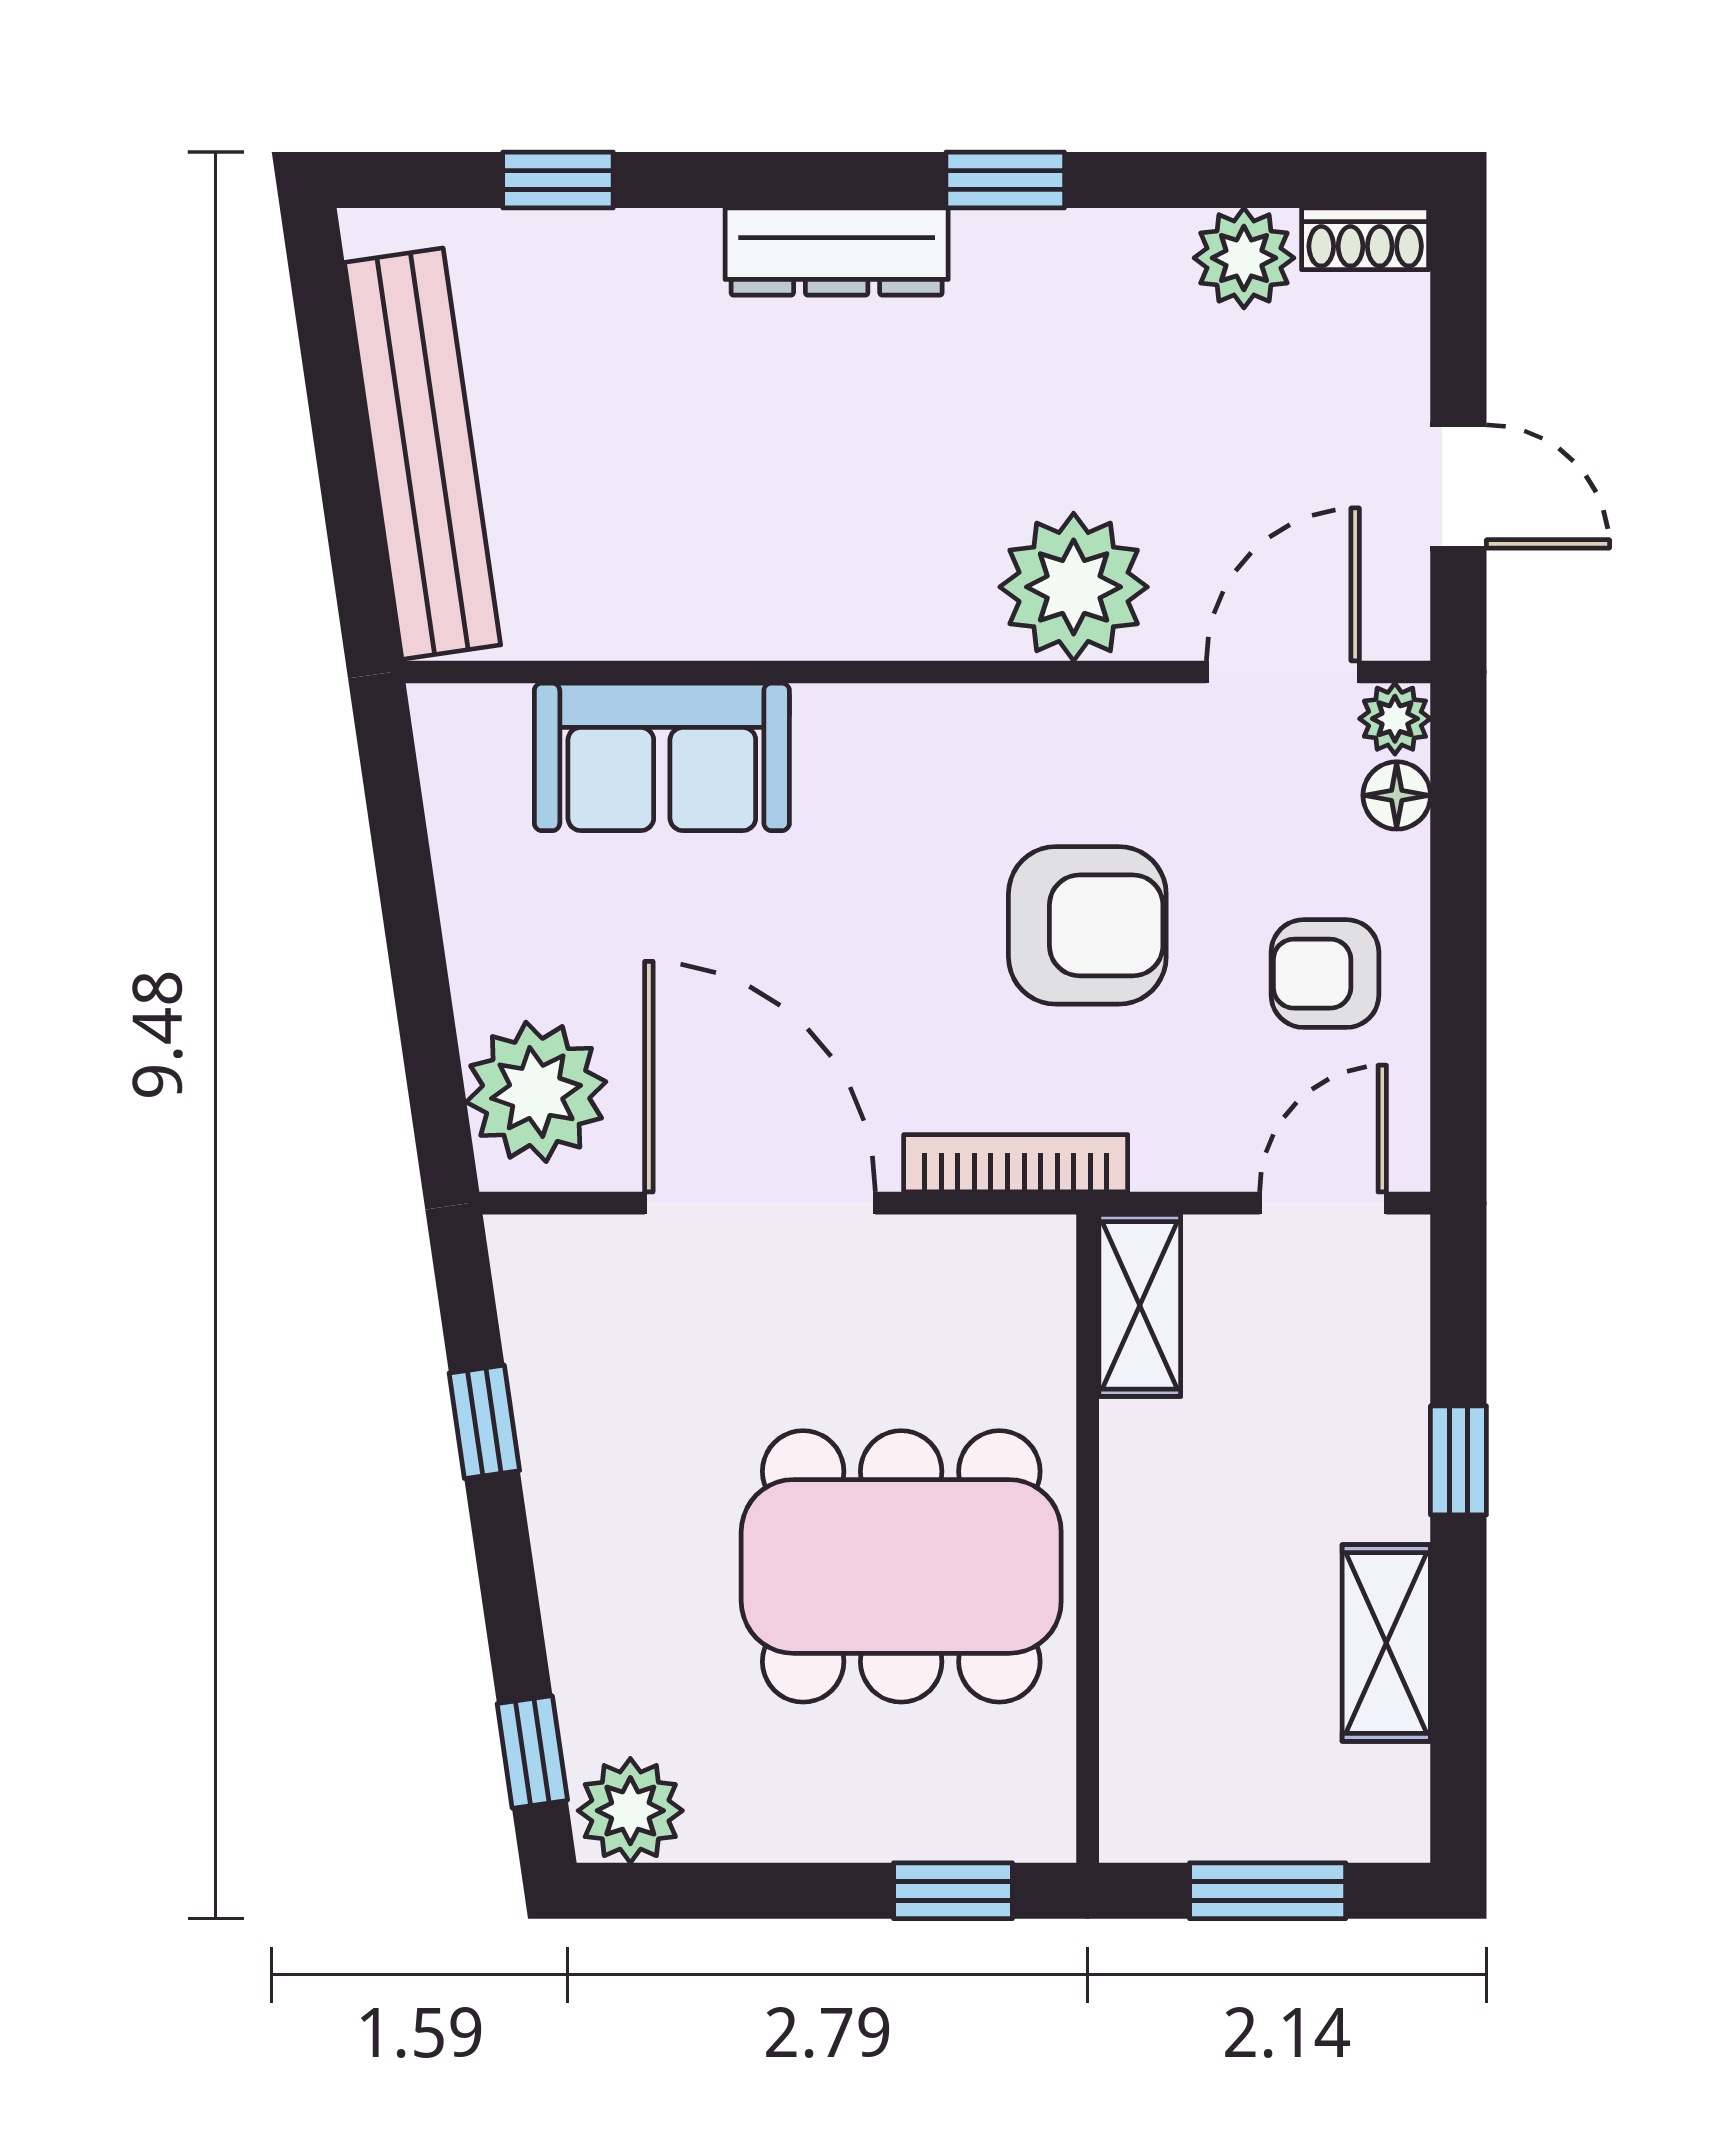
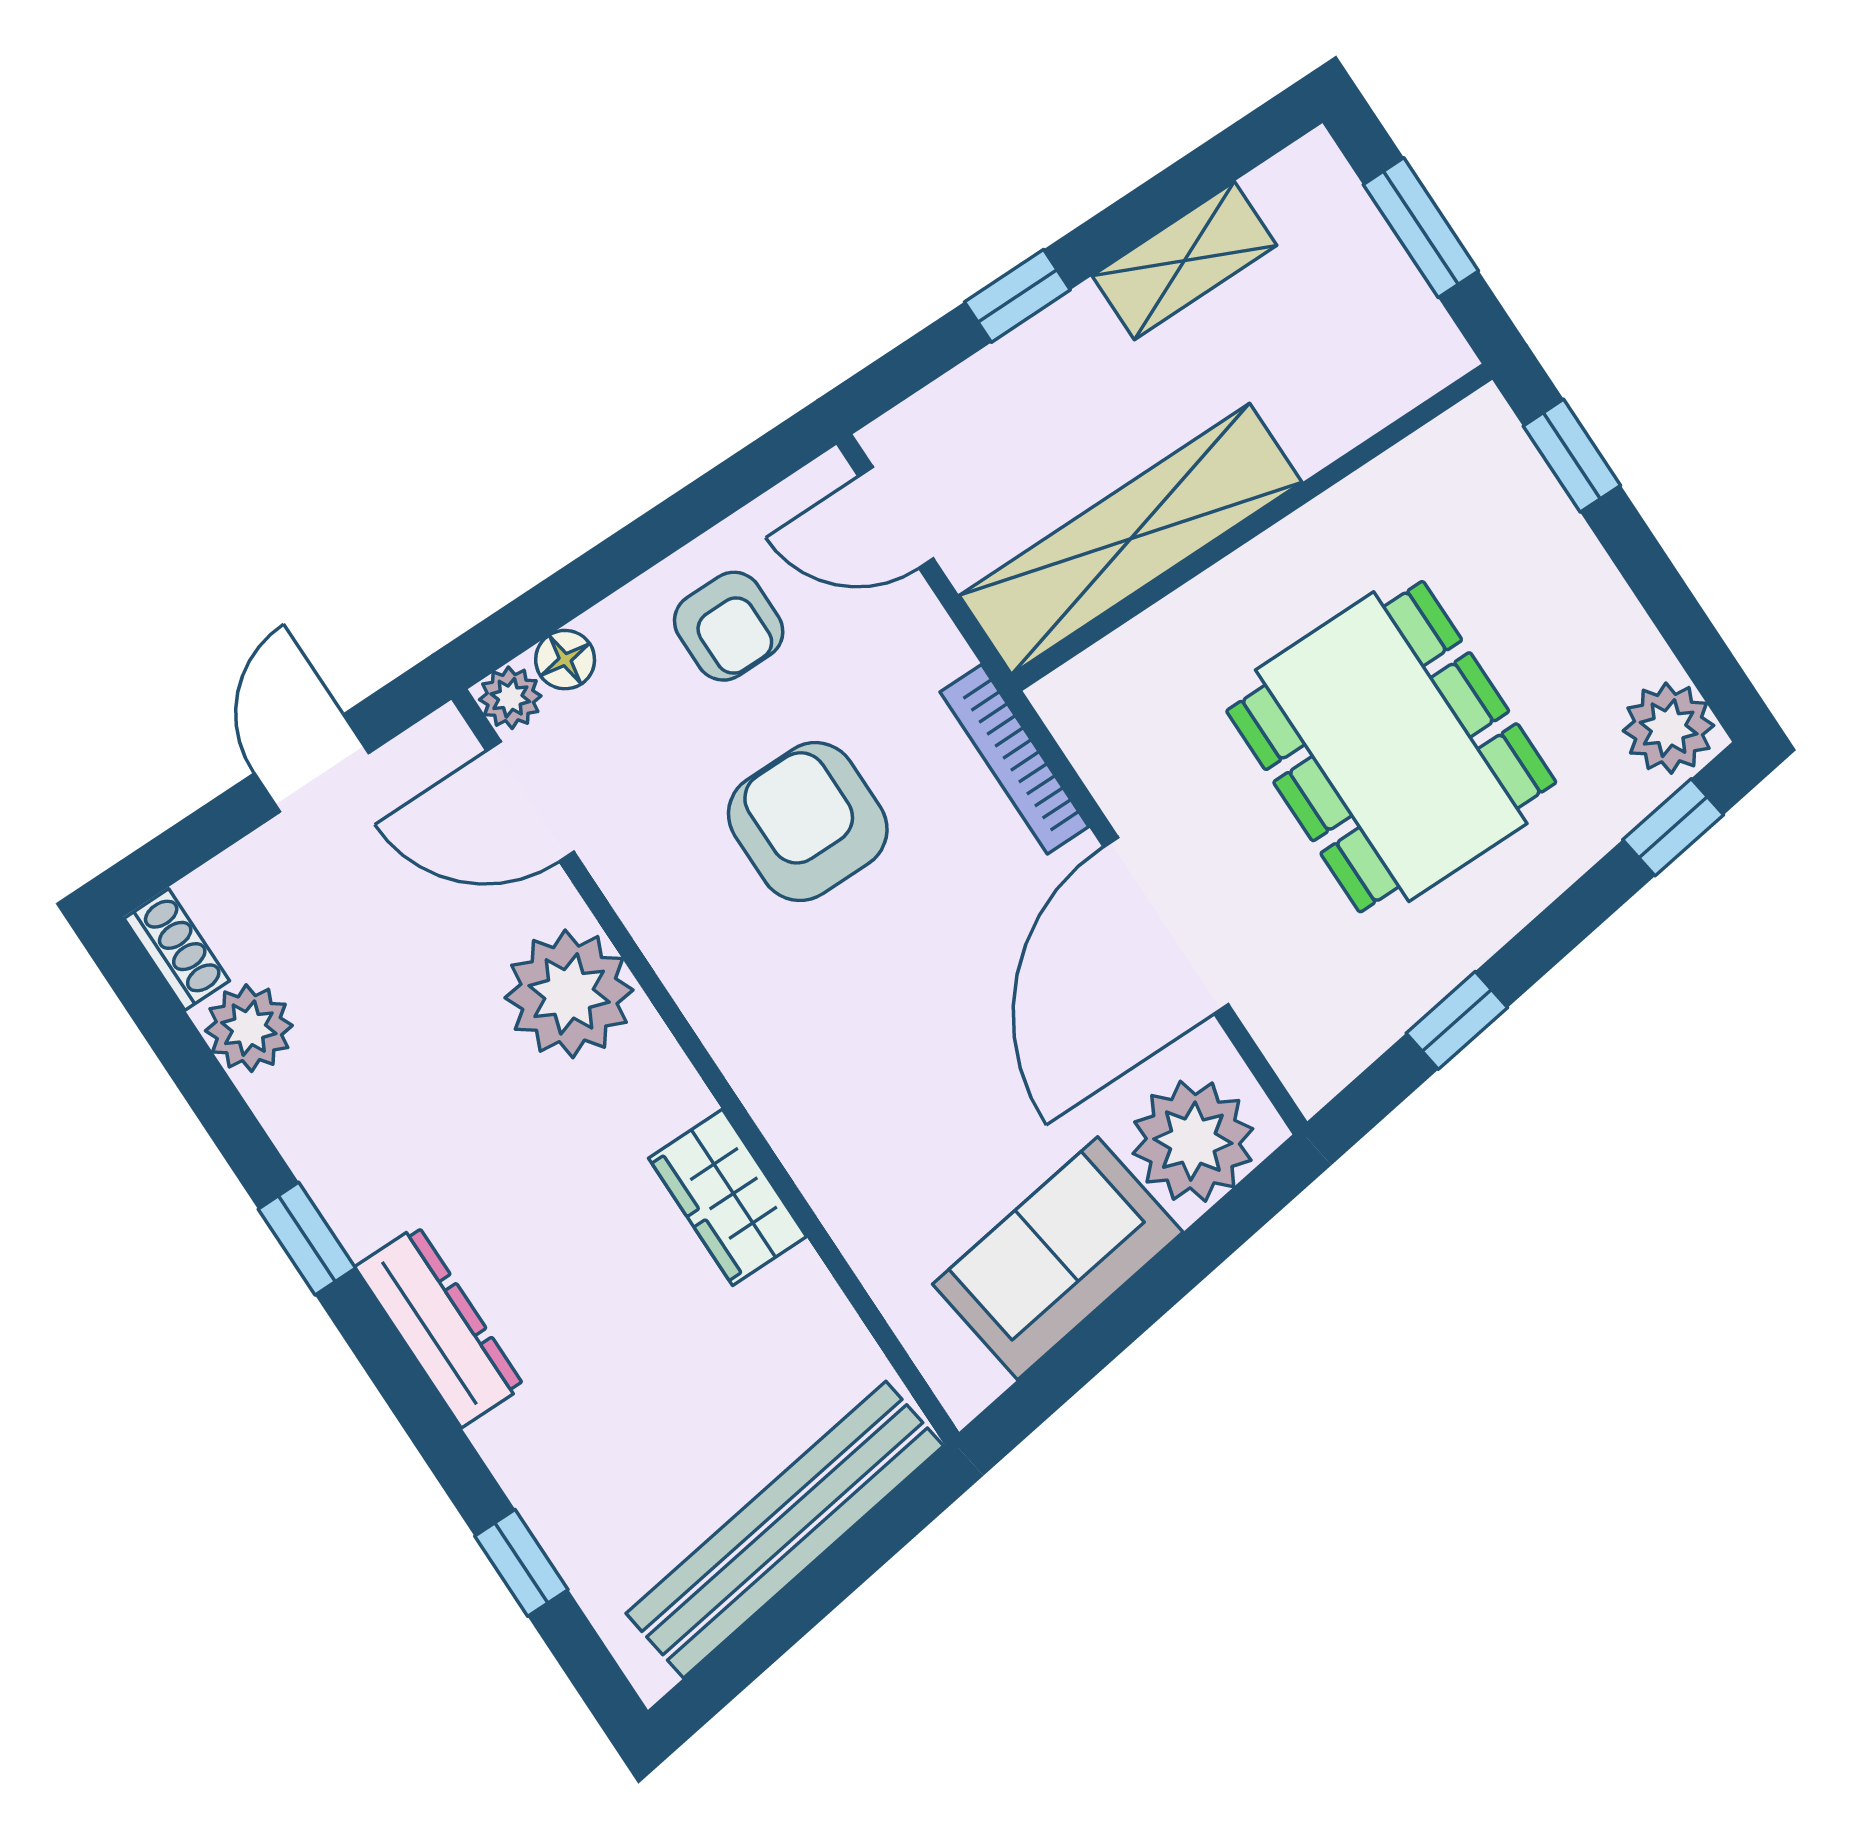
wardrobe: (778, 610) -> (728, 1197), added
sofa: (662, 757) -> (1058, 1258), moved, turned -98
shelving: (1140, 1305) -> (1131, 539), width x2.20, depth x1.33
dining table: (901, 1566) -> (1391, 747), moved

